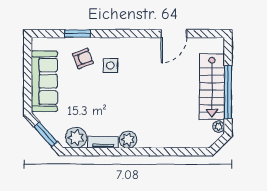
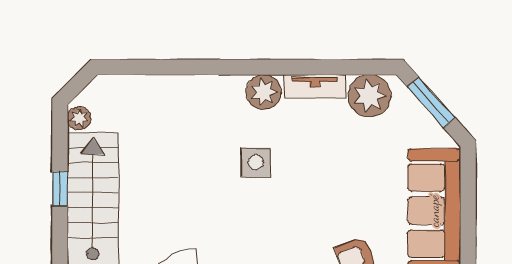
side table: (110, 65) -> (256, 162), moved
window: (228, 92) -> (60, 189), width x0.32

